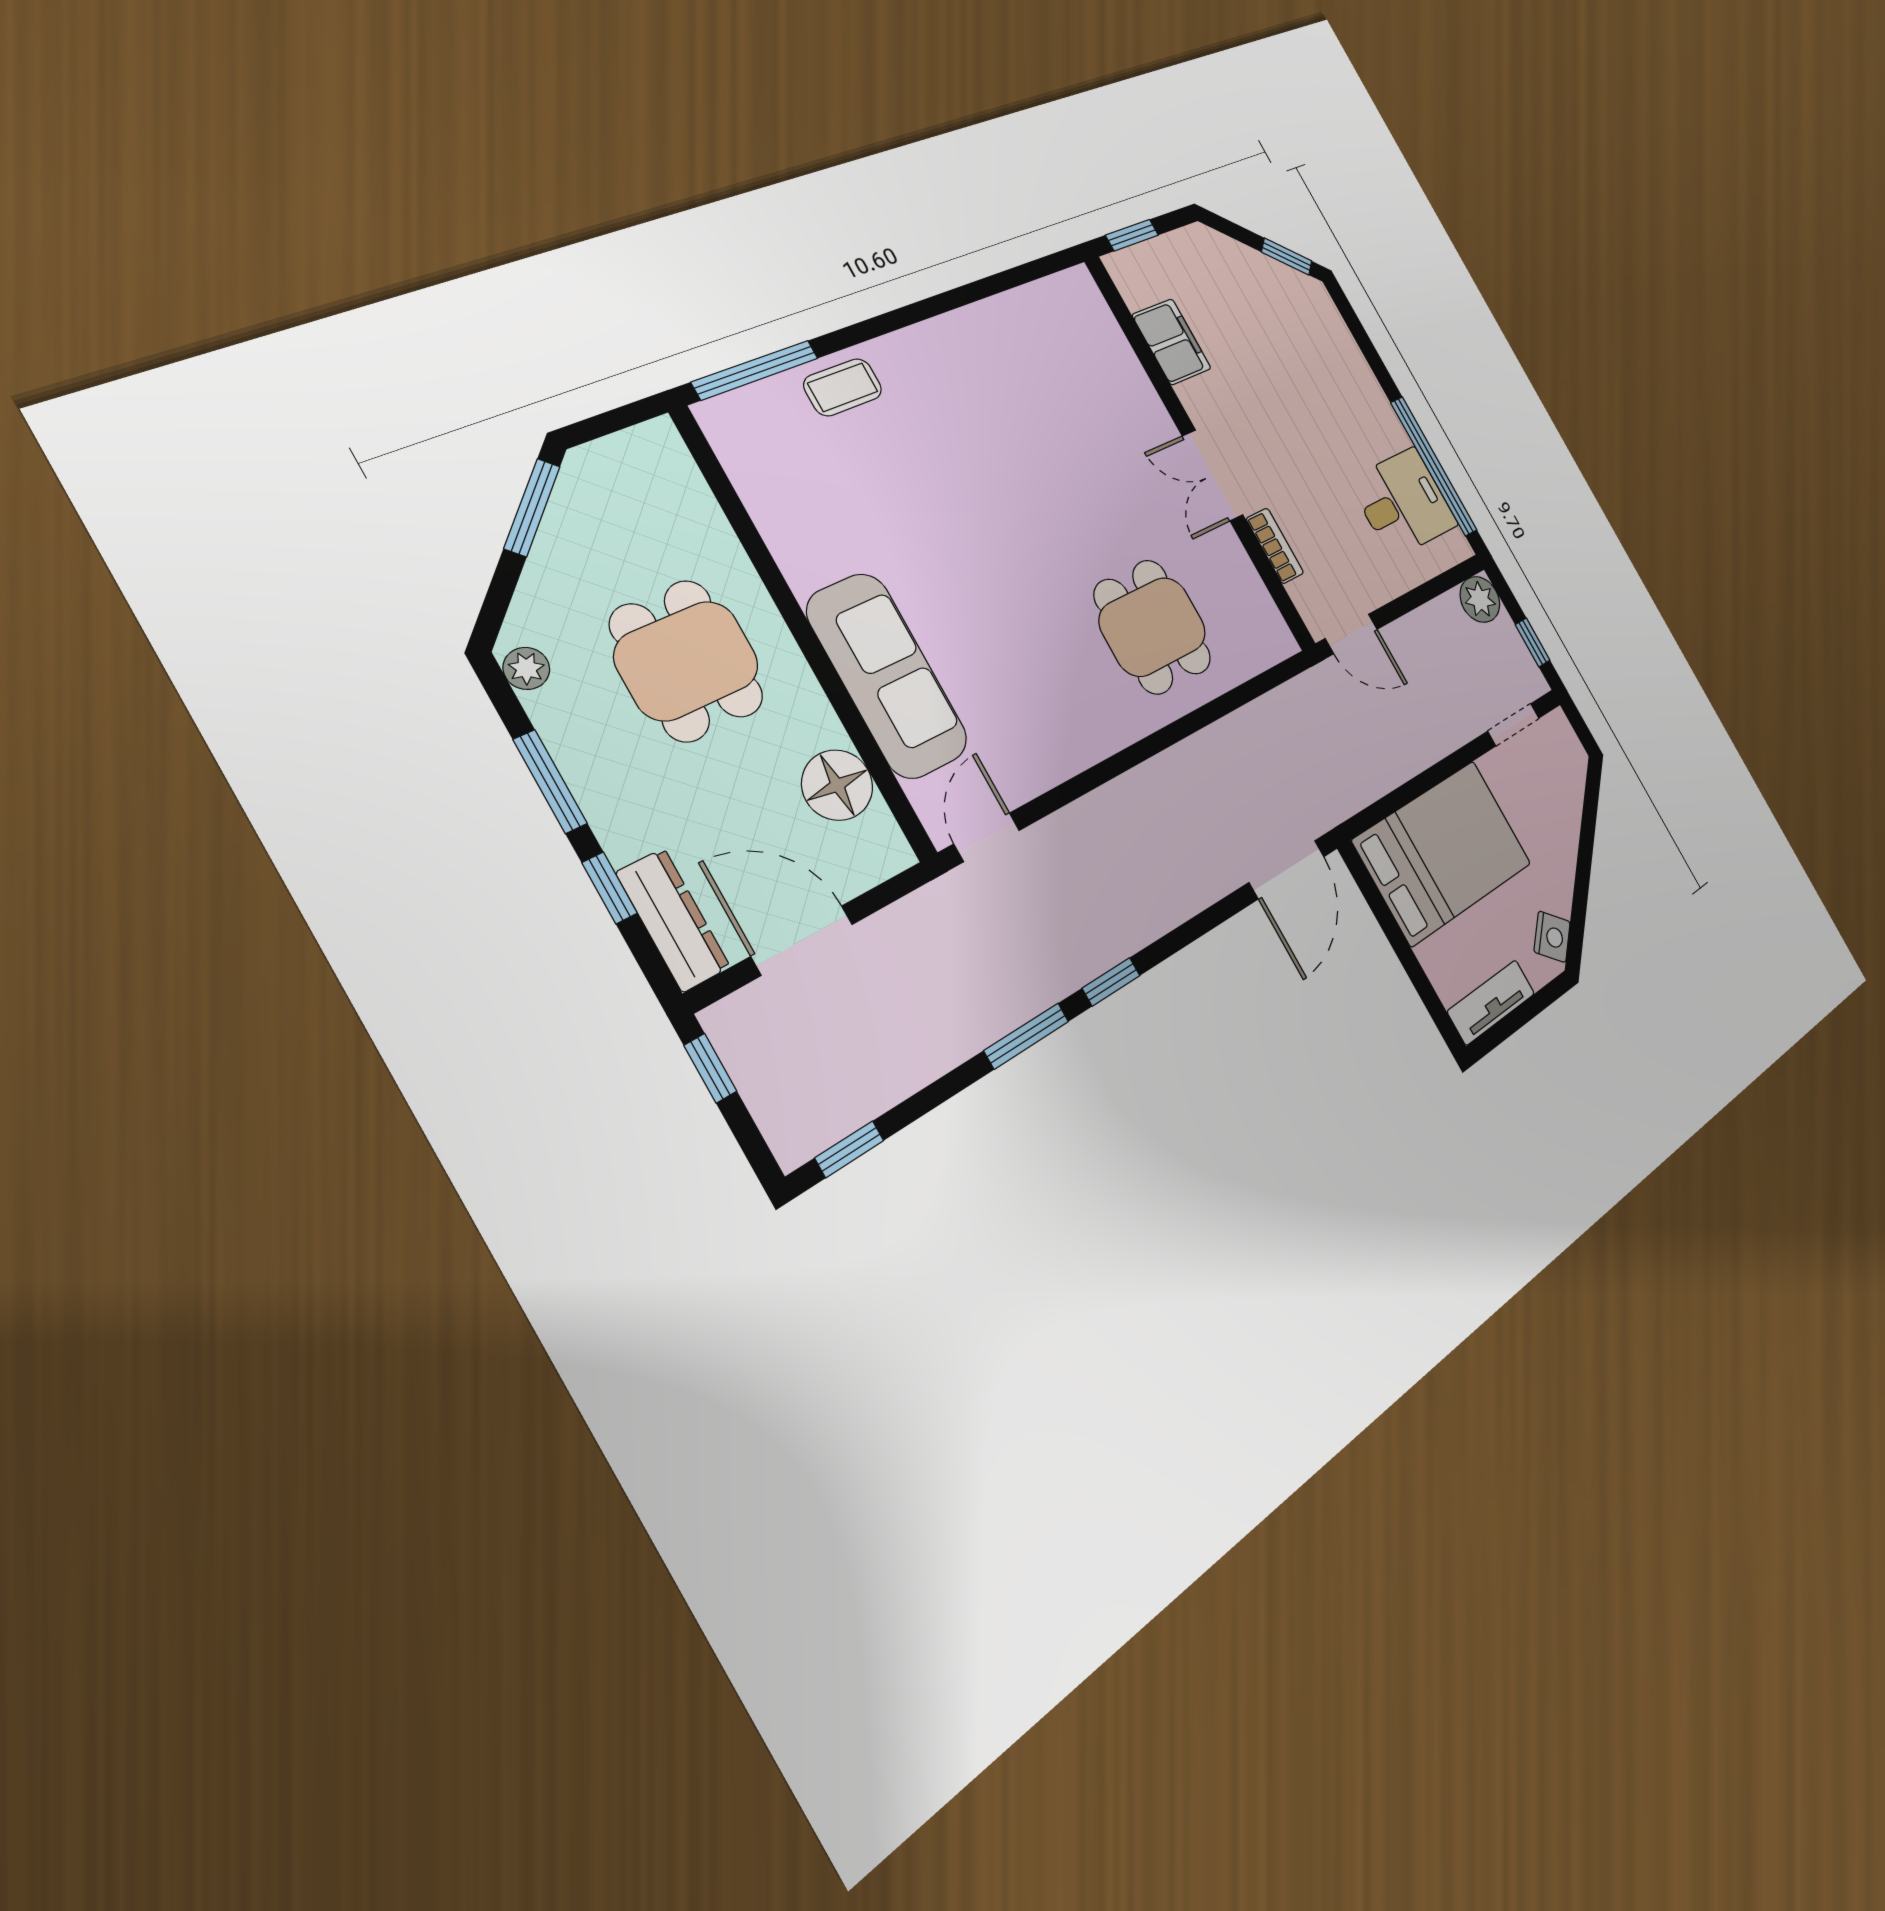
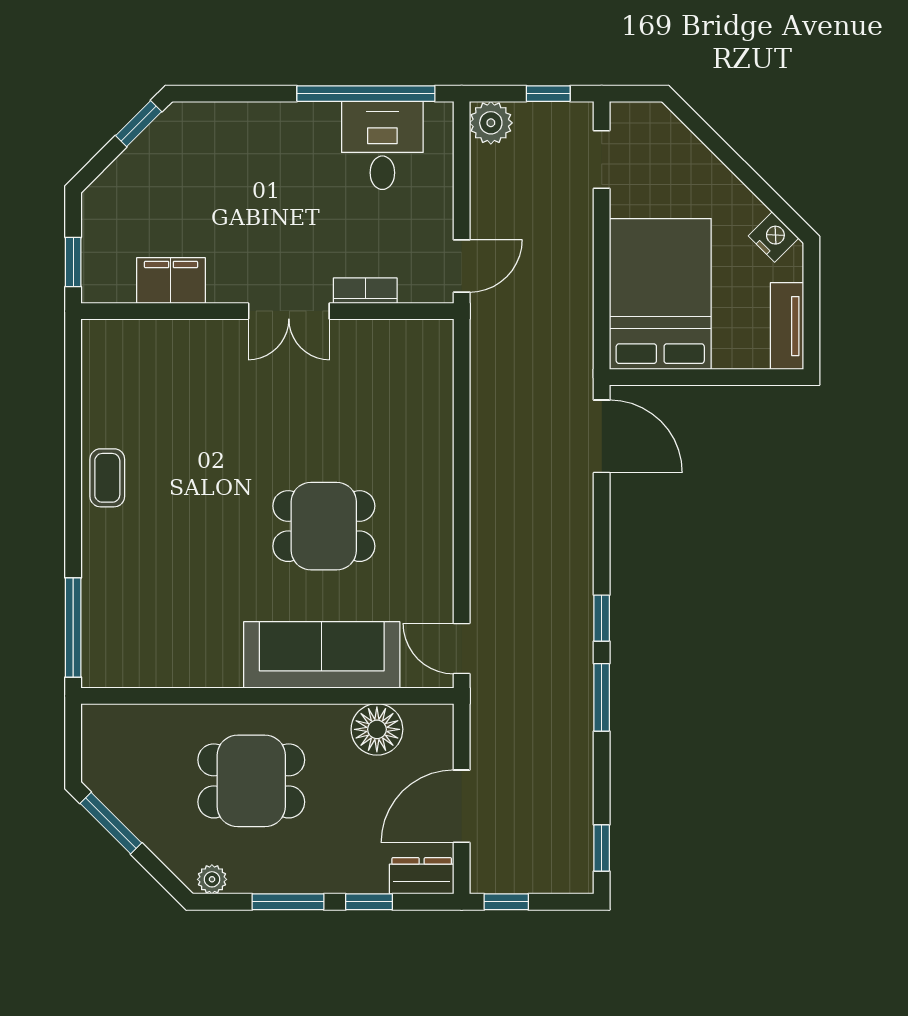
coffee table: (843, 387) -> (107, 478), moved
dining table: (1153, 627) -> (324, 526), moved
dresser: (673, 920) -> (422, 876), width x0.70

